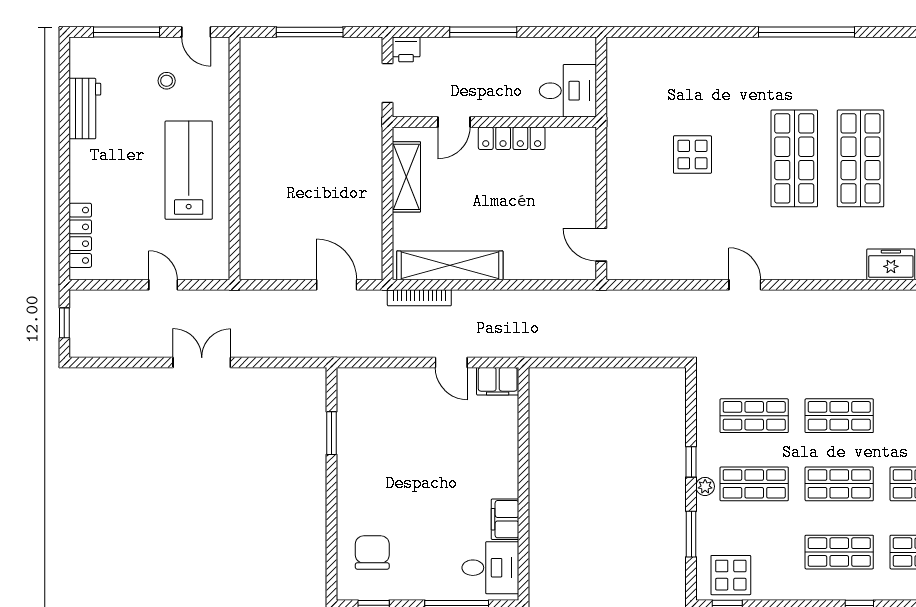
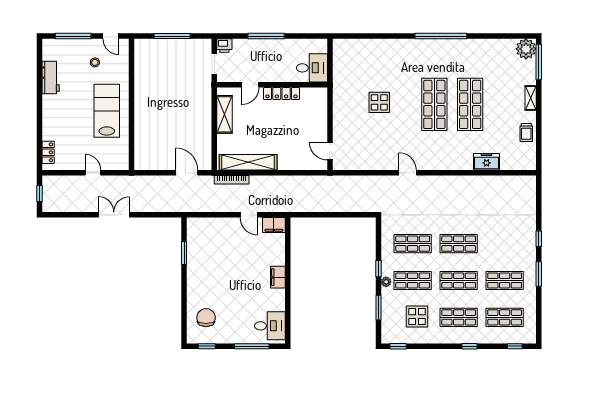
locker: (80, 235) -> (48, 152), width x0.66
filing cabinet: (505, 519) -> (278, 277), moved
display table: (731, 575) -> (417, 317), moved

